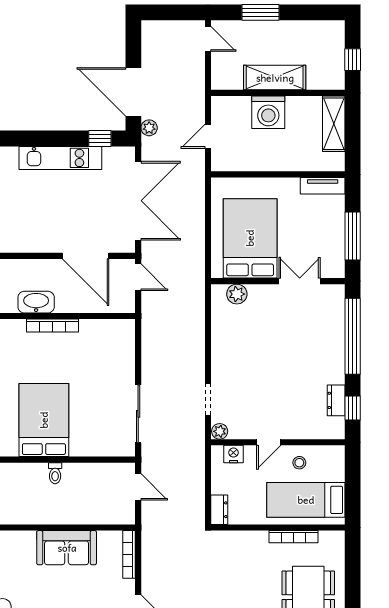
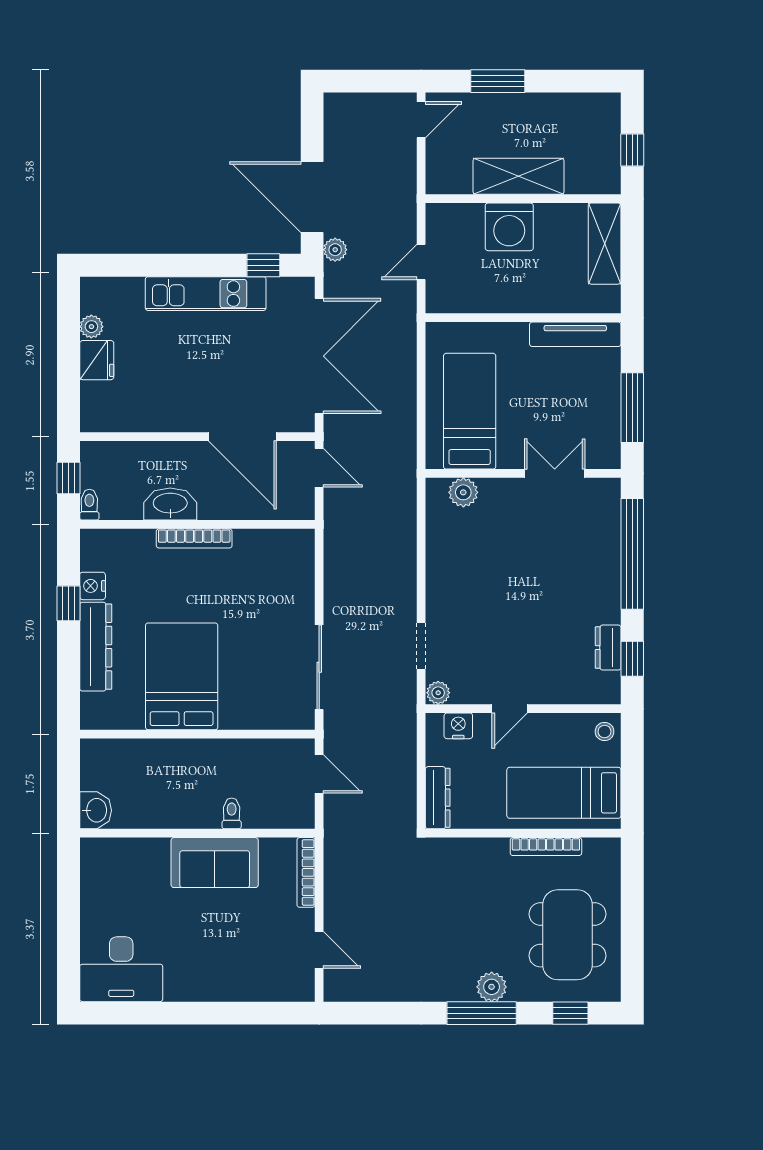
door: (208, 39) -> (421, 120), hinge flipped
tv unit: (323, 186) -> (575, 334), width x1.41
bed: (250, 238) -> (470, 411), width x0.67
stool: (299, 463) -> (605, 732), moved
toilet: (55, 473) -> (232, 813), moved, turned 180
dresser: (219, 510) -> (438, 798), width x1.44

